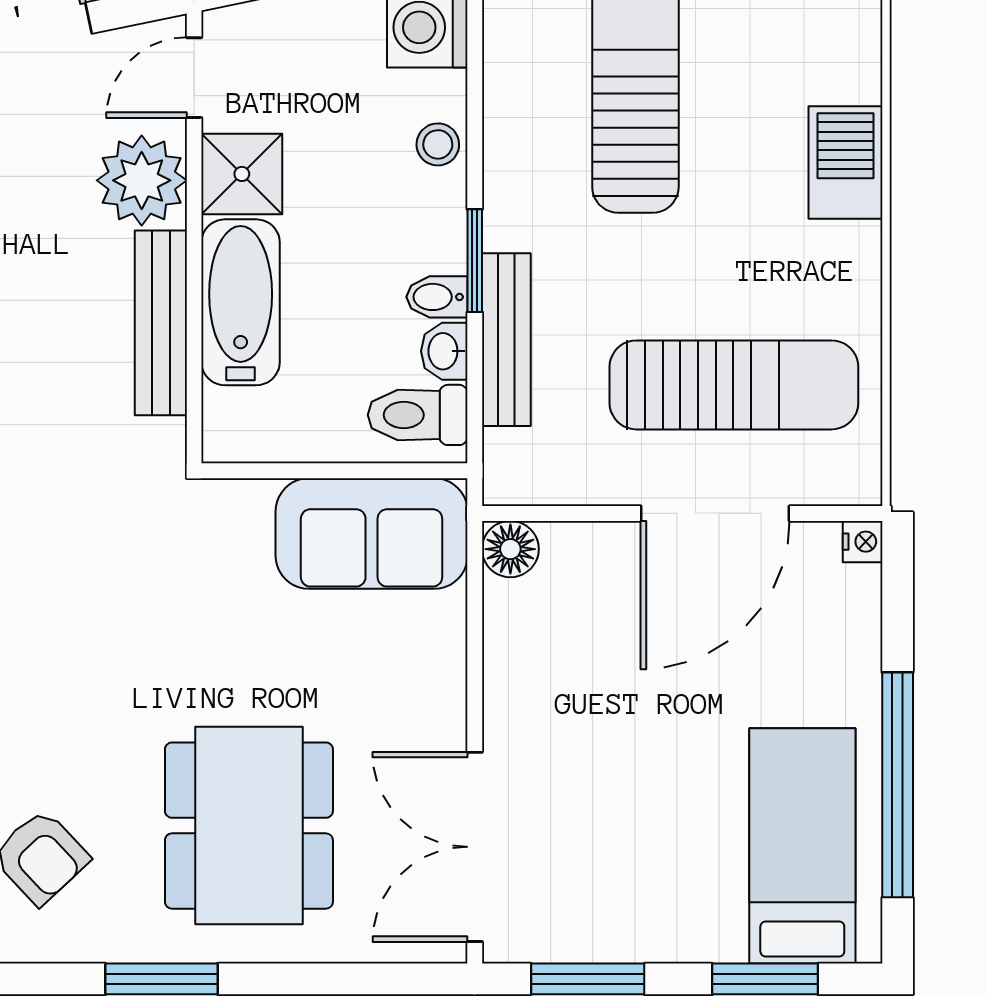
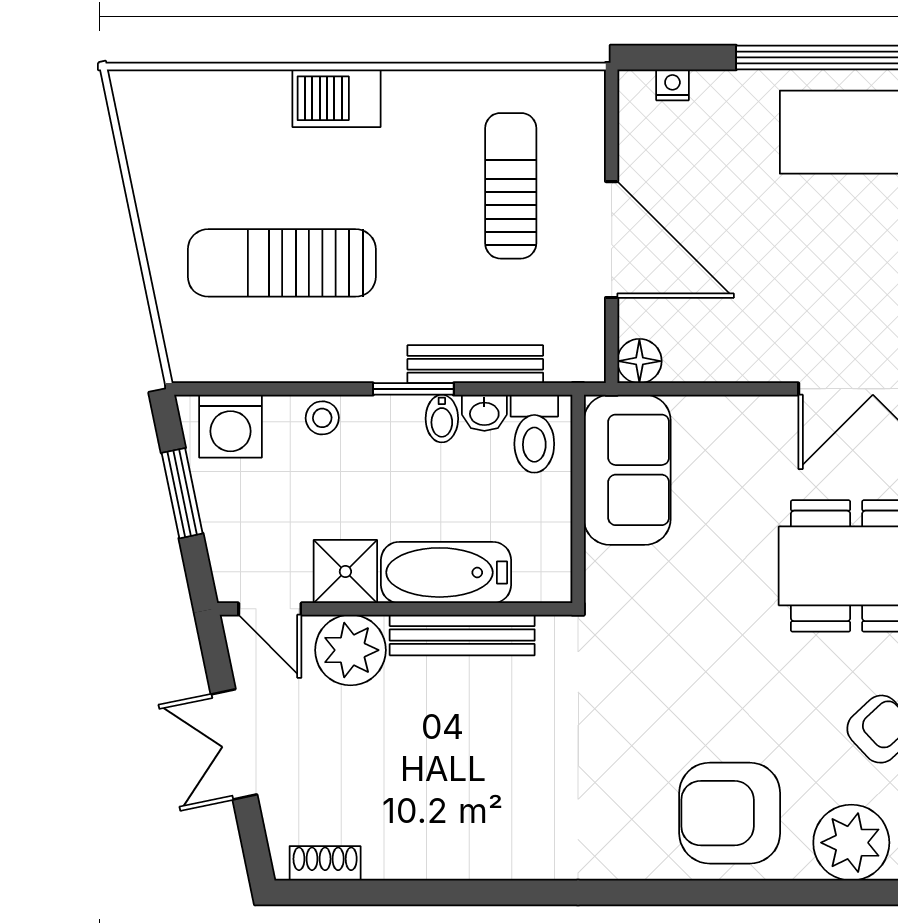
sun lounger: (734, 385) -> (511, 186), width x0.73, depth x0.75
door: (715, 513) -> (612, 240), moved
nightstand: (863, 542) -> (672, 85), moved

